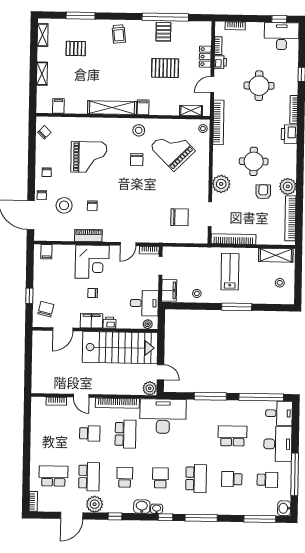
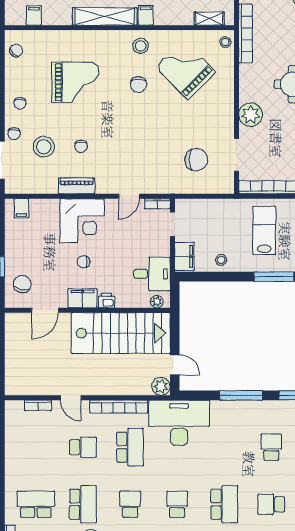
school desk: (232, 436) -> (271, 447), width x0.54

